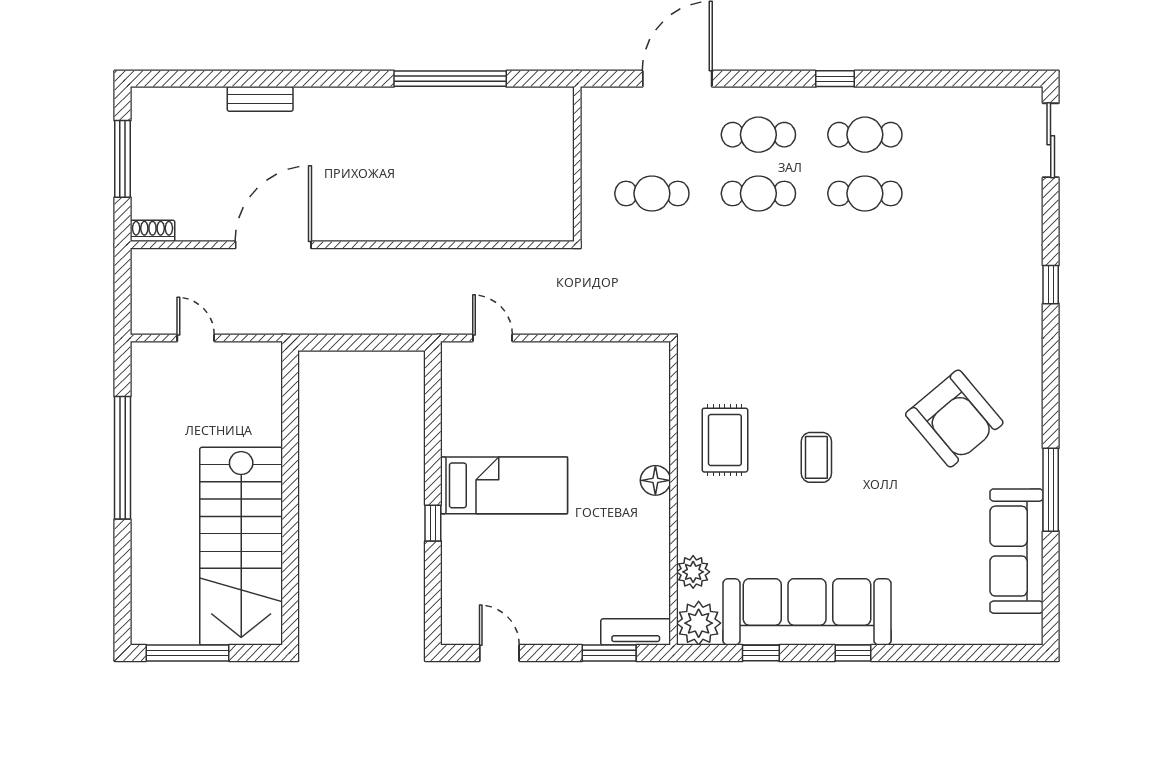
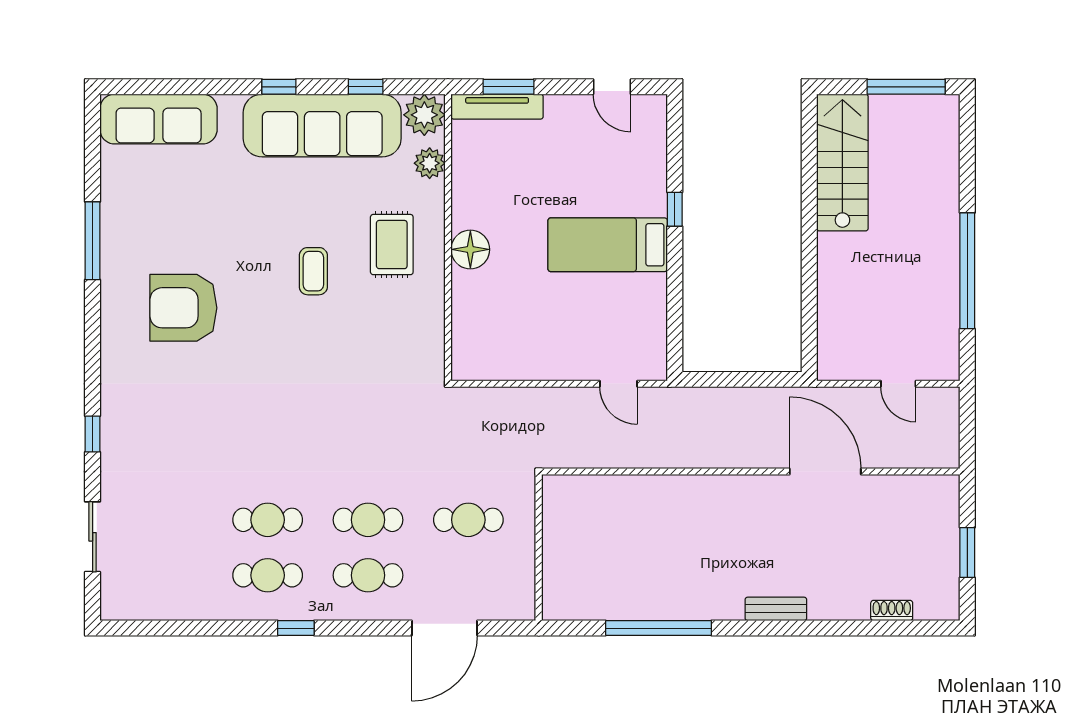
bench: (260, 99) -> (776, 609), moved
sliding door: (1051, 140) -> (93, 537), moved
window: (123, 159) -> (967, 552), width x0.69
shoe rack: (152, 231) -> (892, 611), moved, turned 180
door: (273, 245) -> (825, 471), swing flipped
armchair: (954, 418) -> (183, 308), turned -50
rug: (725, 440) -> (392, 245), moved
floor lamp: (655, 480) -> (470, 249), width x1.38, depth x1.38
stairs: (241, 546) -> (842, 163), width x0.73, depth x0.66
sofa: (1016, 551) -> (159, 119), moved, turned 90
tv unit: (636, 632) -> (497, 107), width x1.41

